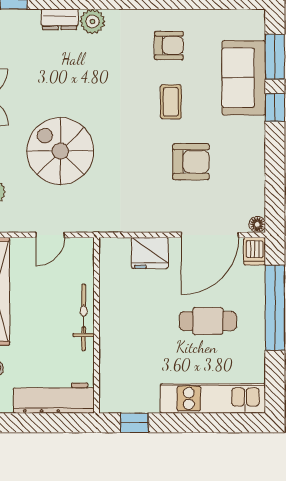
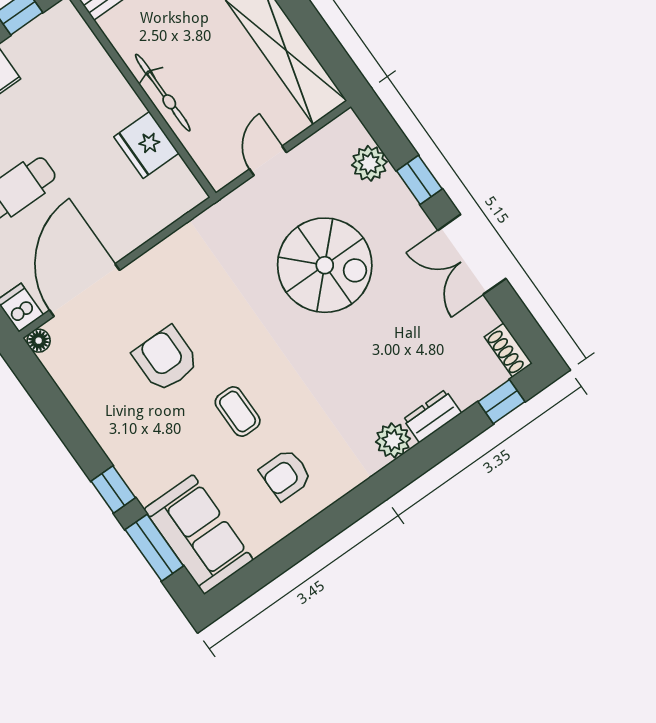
sofa: (244, 78) -> (199, 535), moved
armchair: (191, 162) -> (166, 359), turned 90
fridge: (150, 253) -> (146, 145), moved, turned -90

